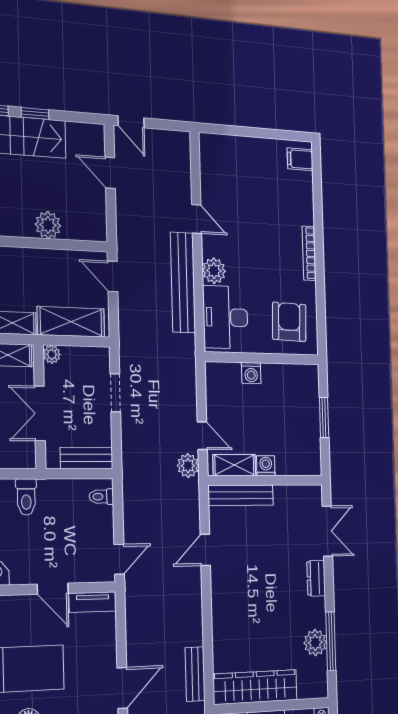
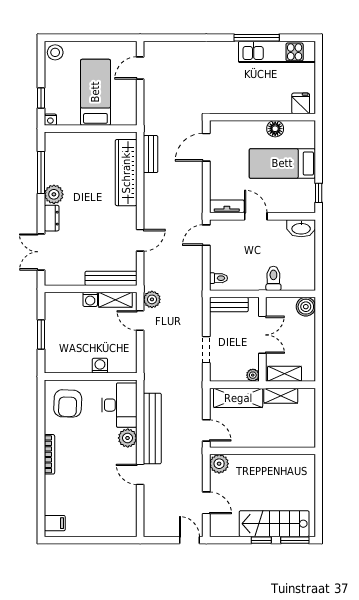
plant: (48, 225) -> (219, 464), moved
plant: (315, 643) -> (54, 194), moved
wardrobe: (255, 687) -> (126, 173), moved, turned 90

